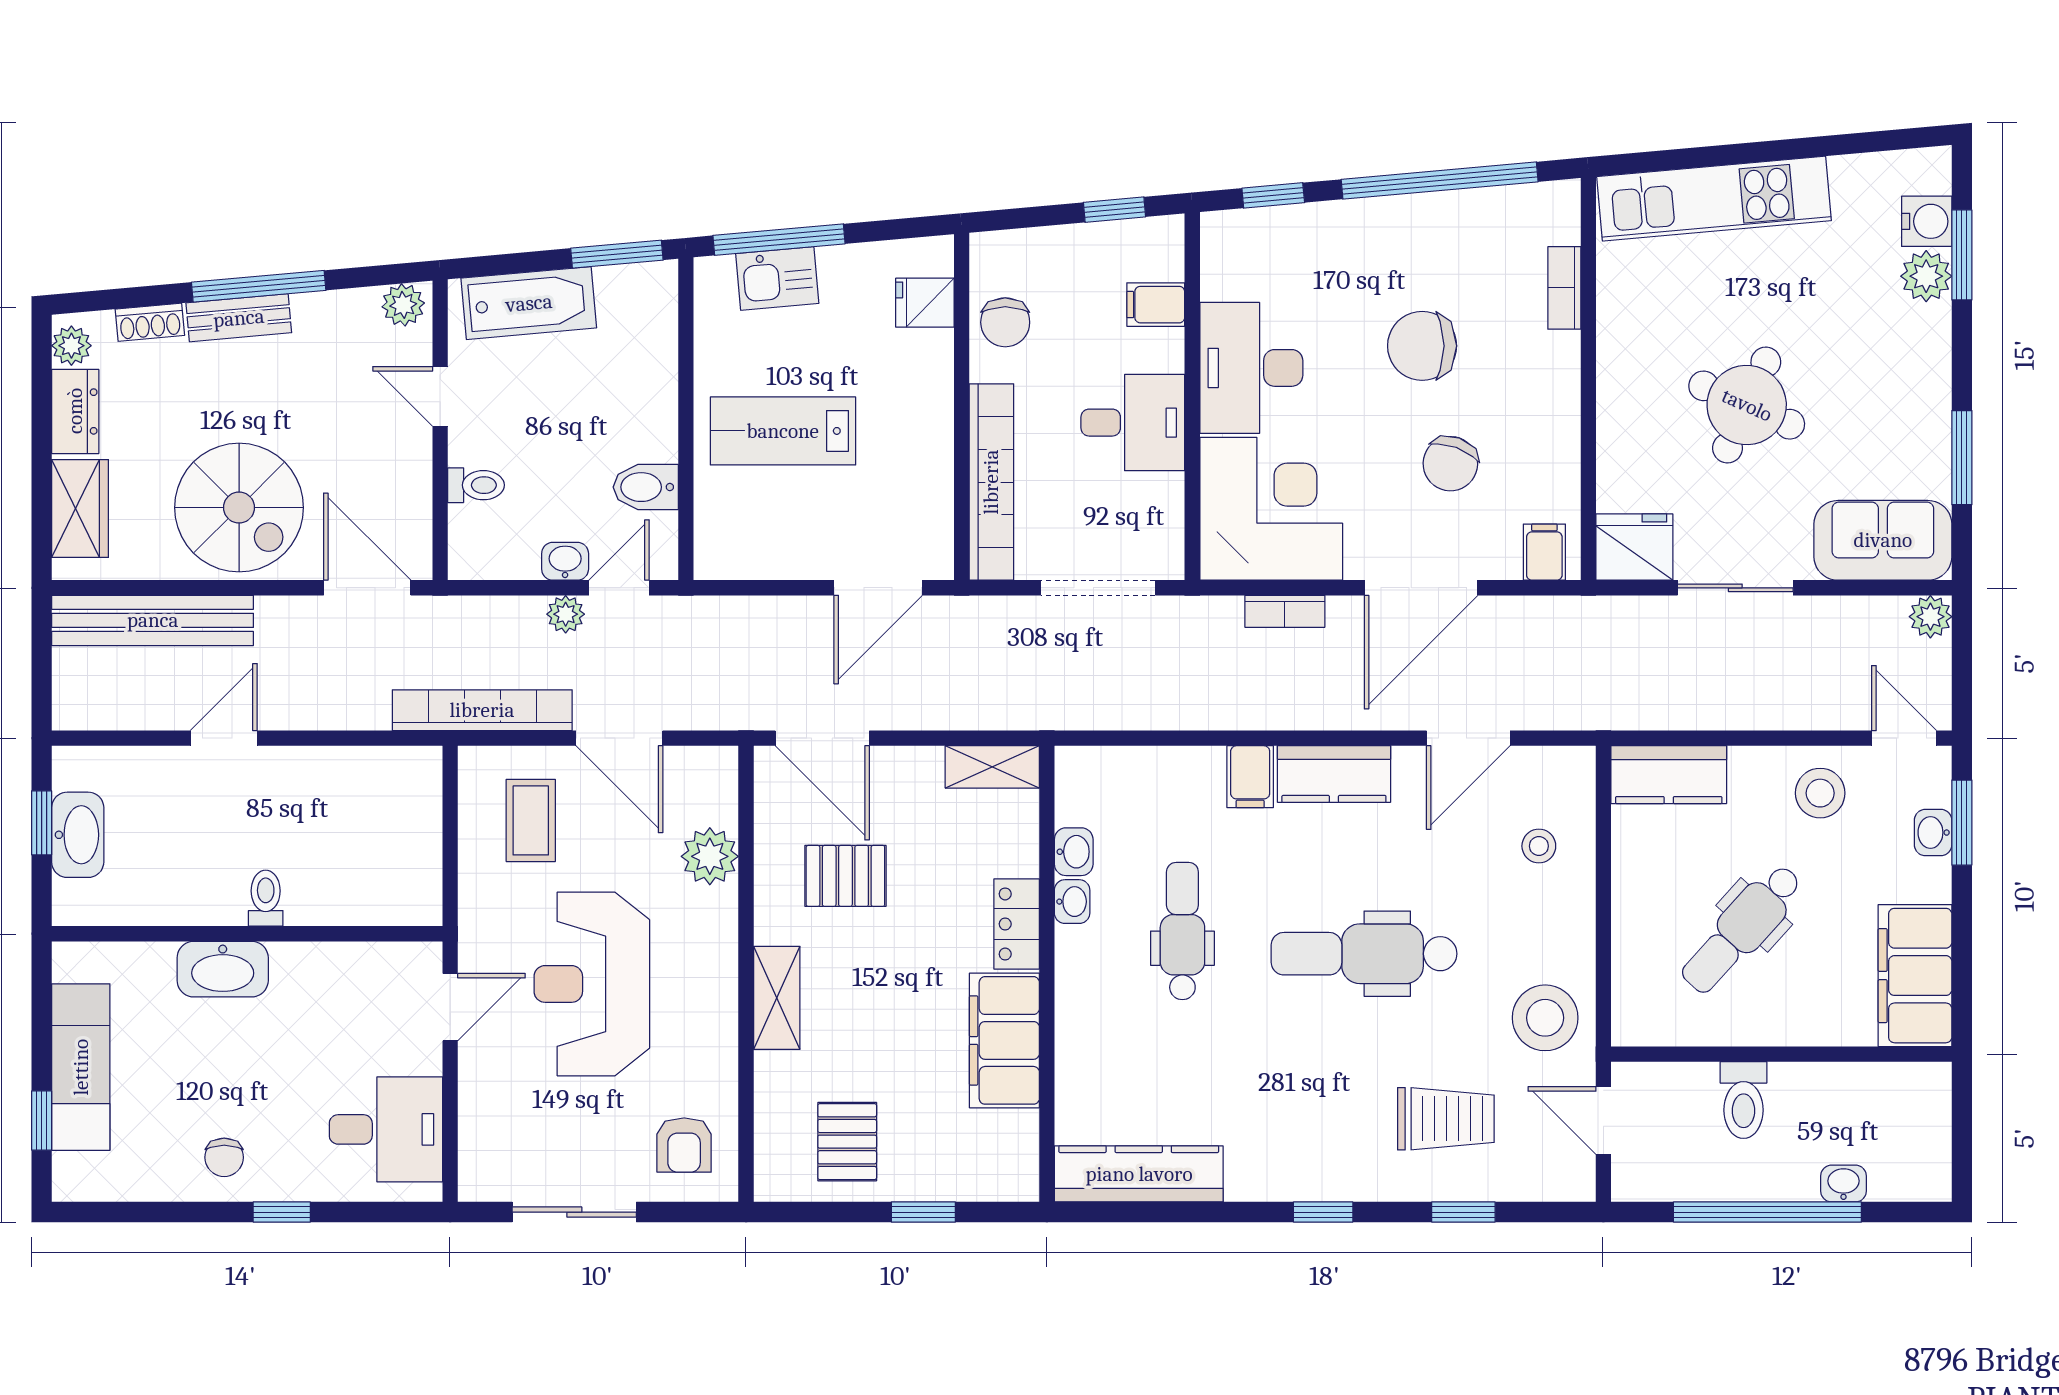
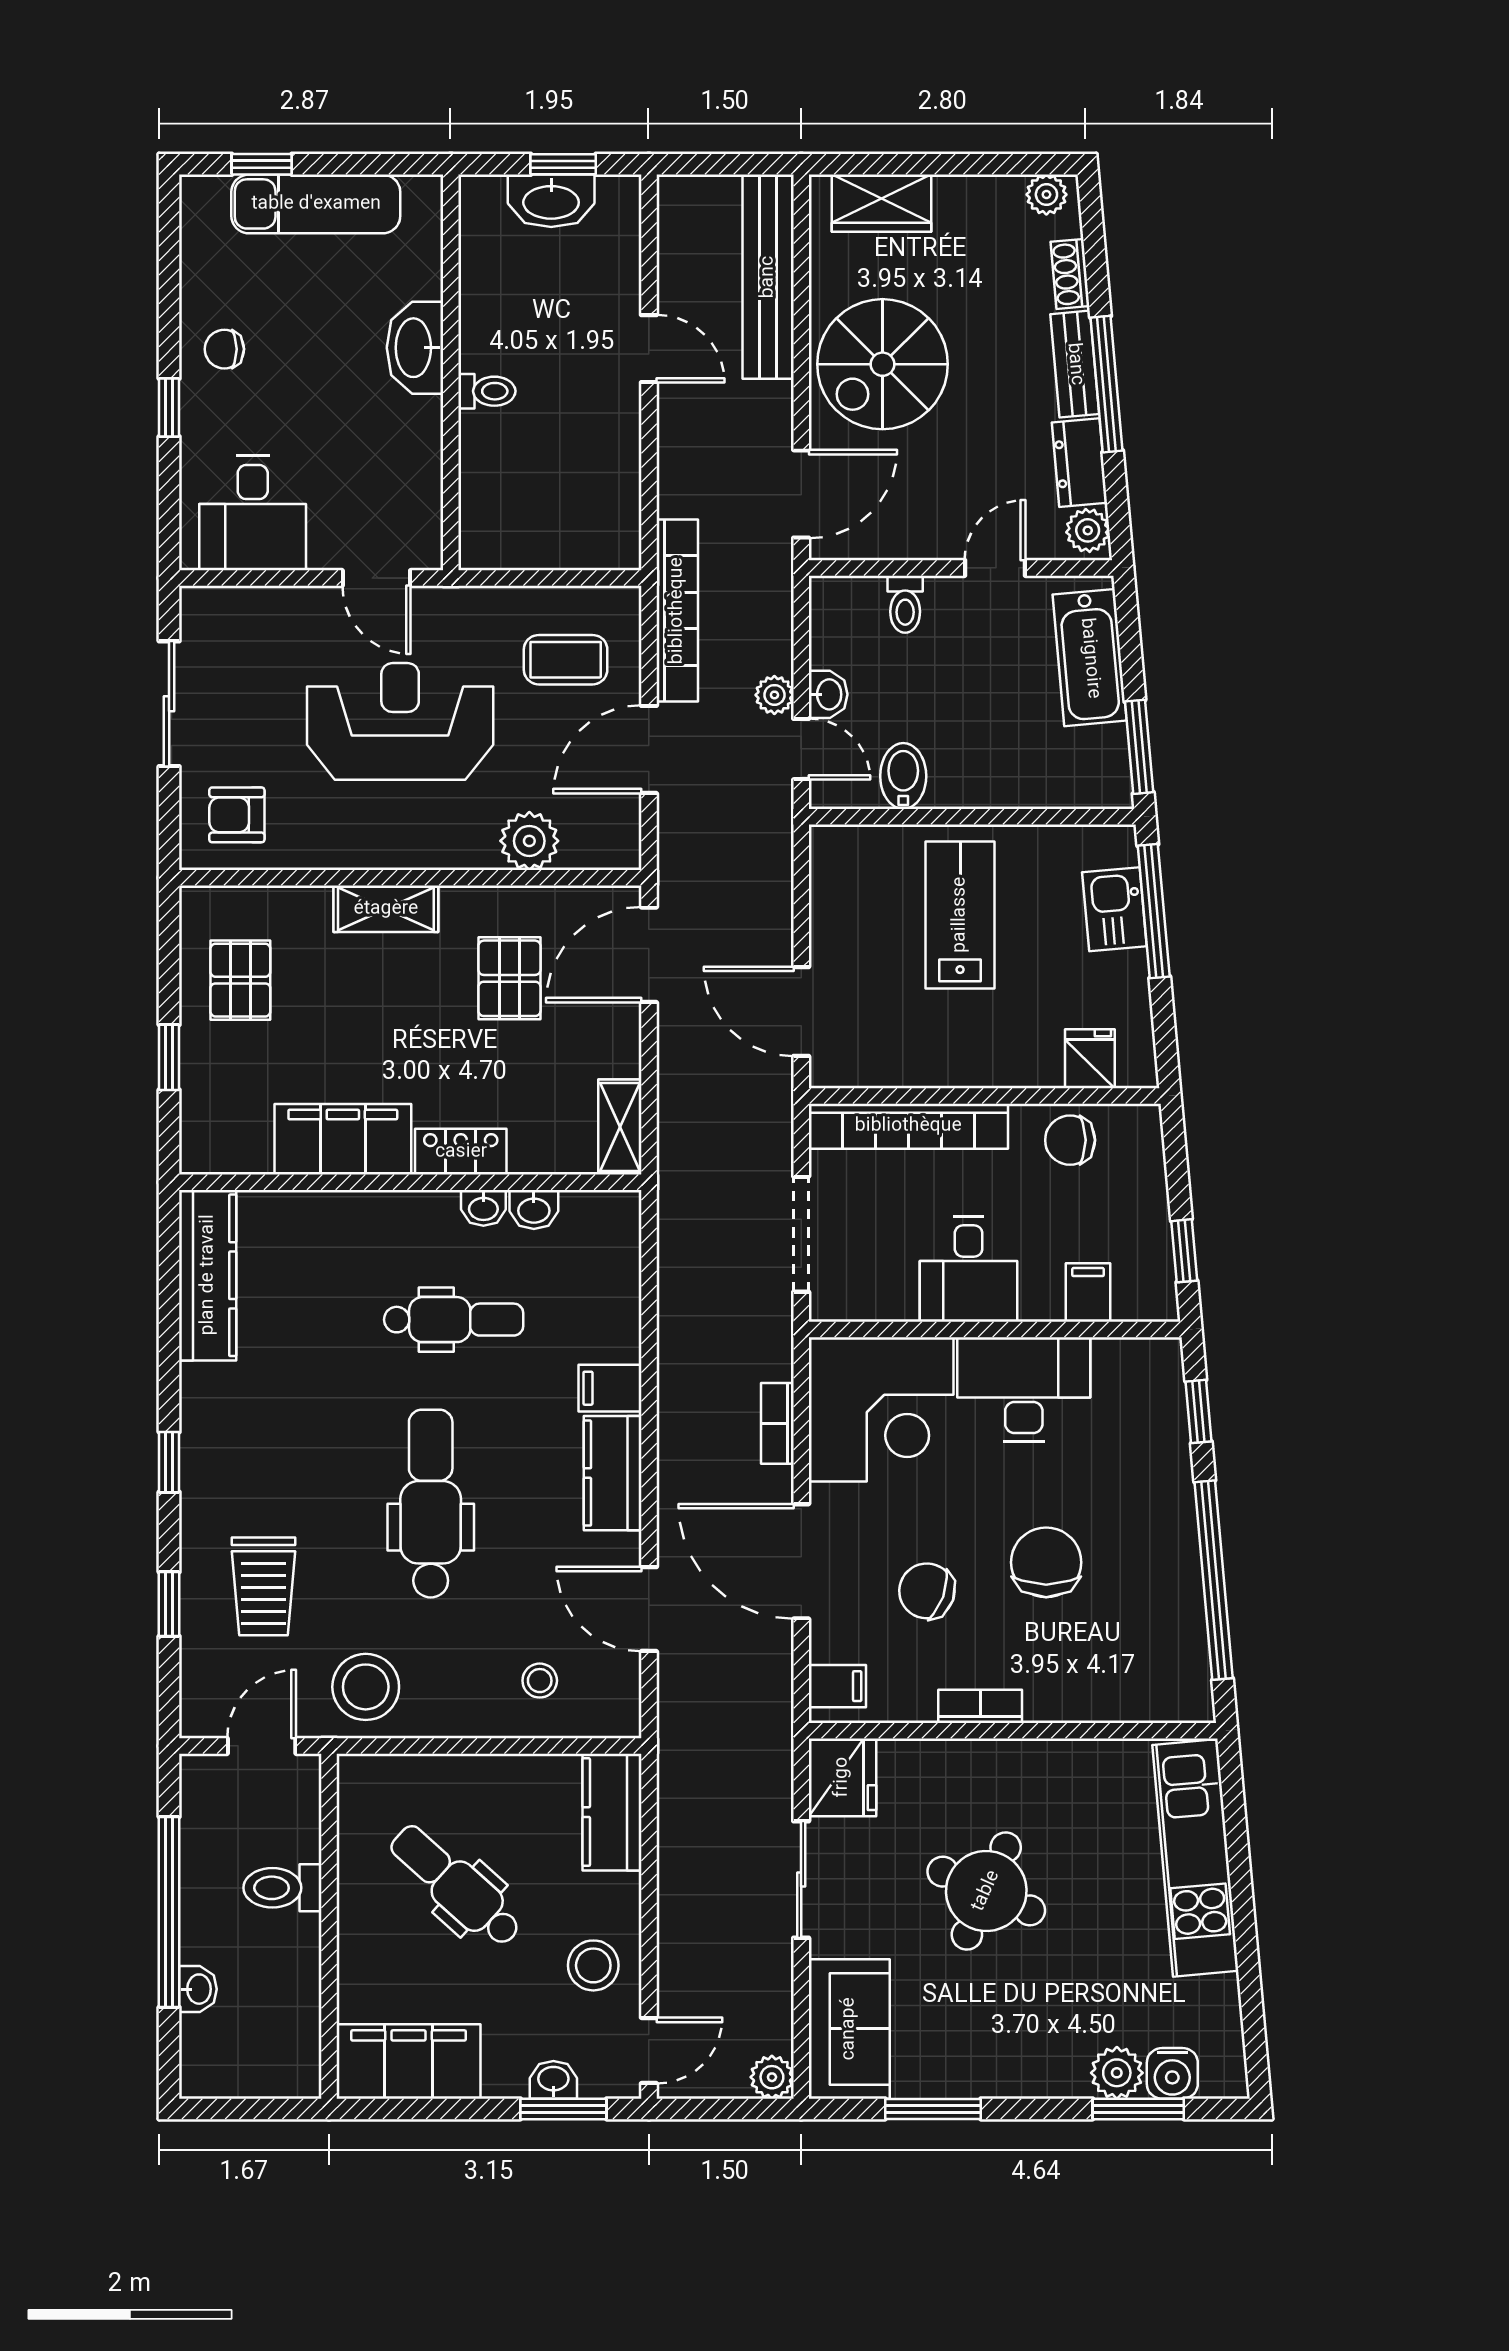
bookcase: (1564, 288) -> (980, 1706), moved
dresser: (75, 411) -> (1079, 463), moved, turned 85
pallet: (847, 1142) -> (240, 980), turned 90

